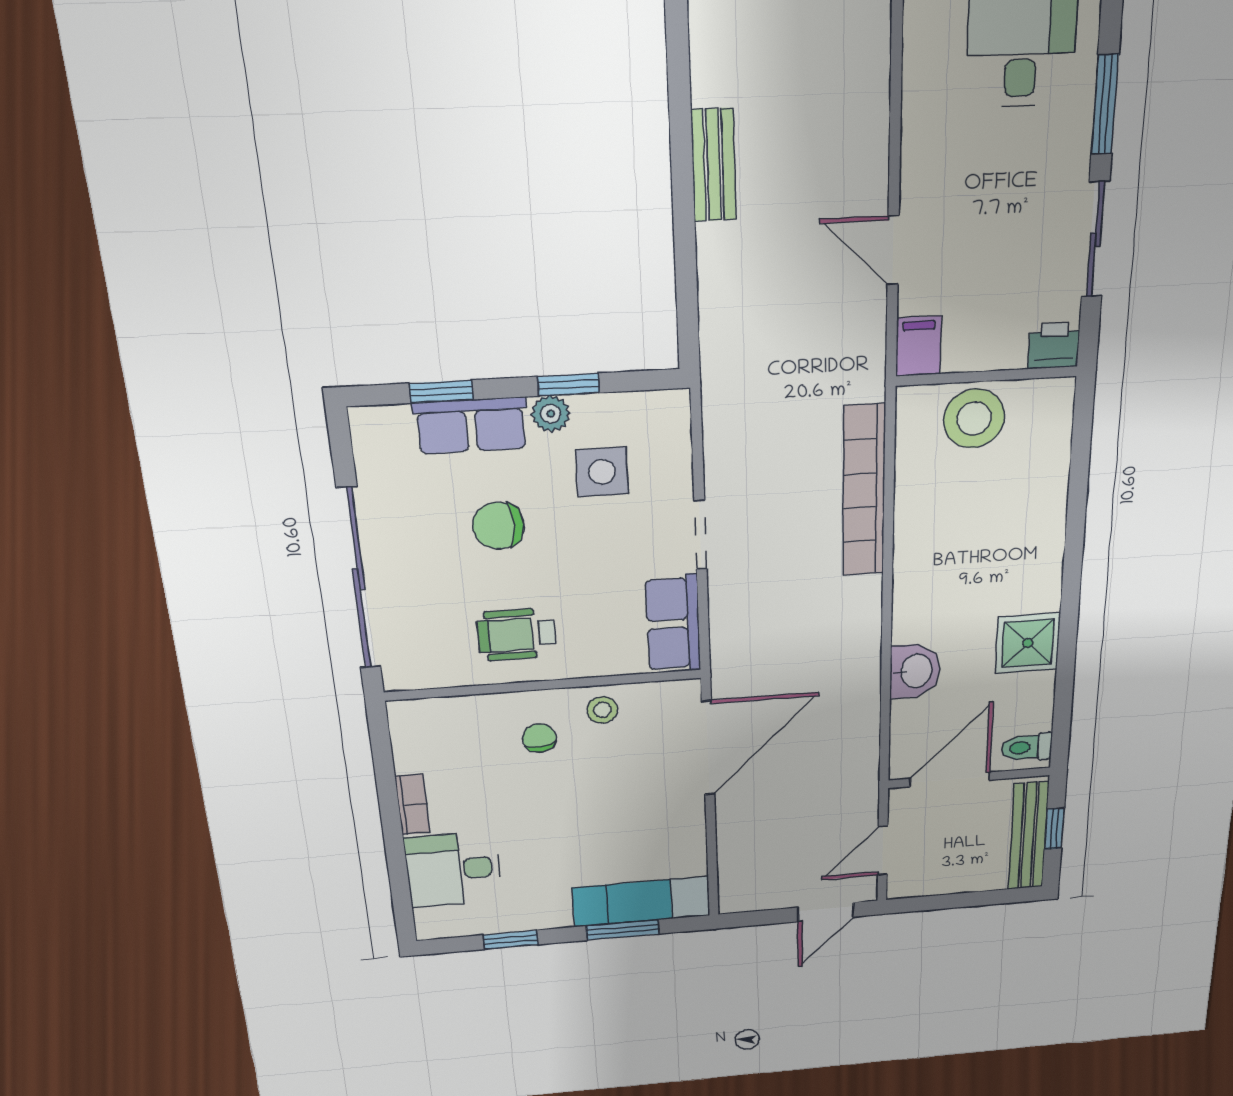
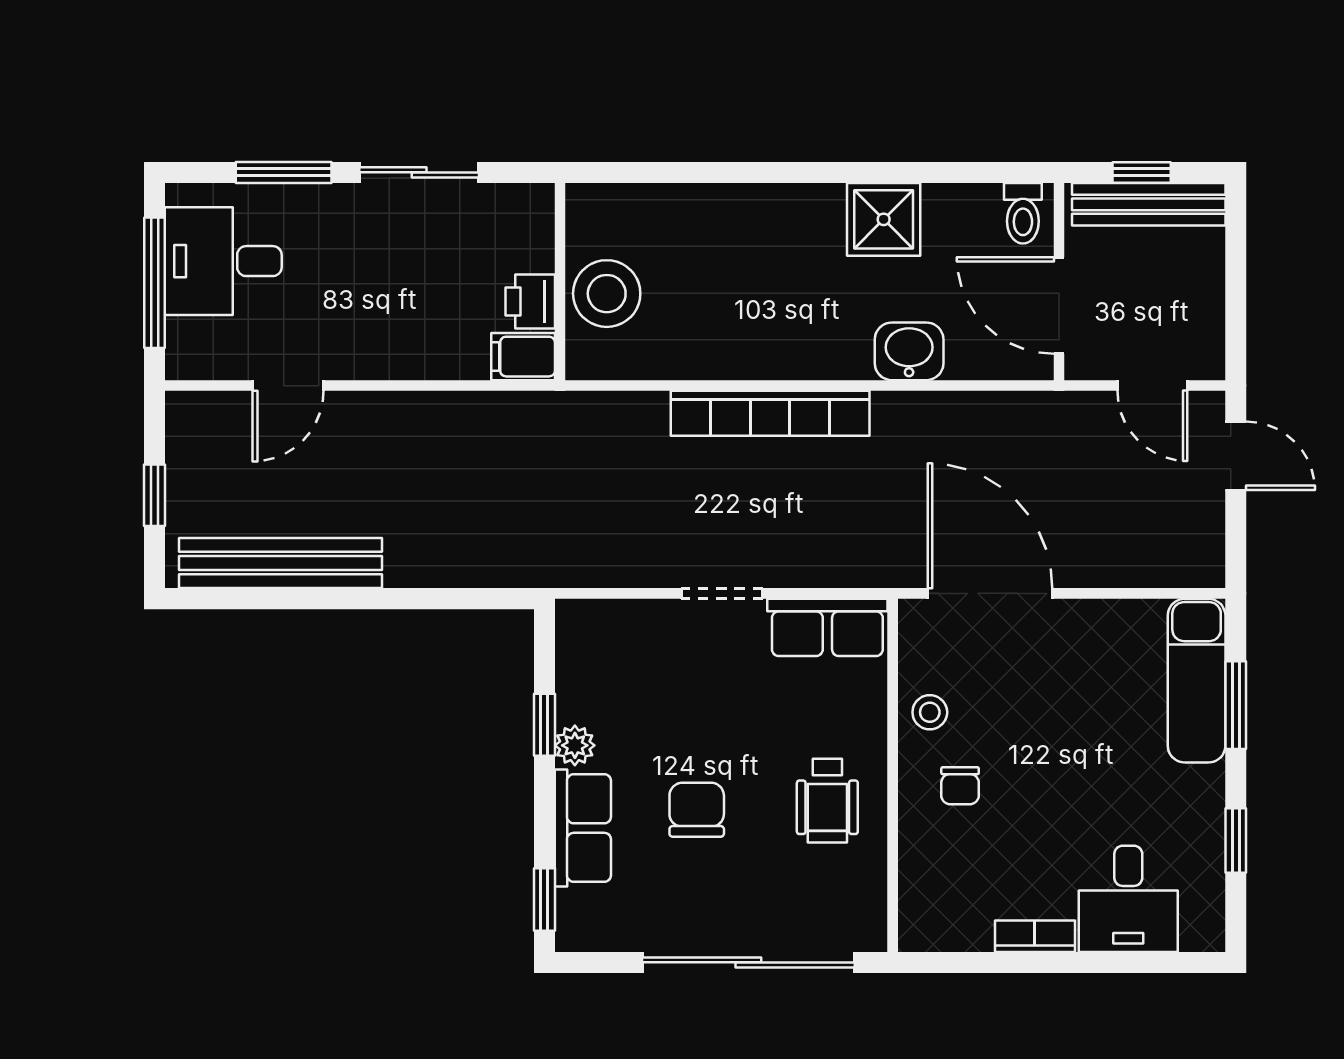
bench: (714, 165) -> (280, 563), width x1.86, depth x1.21
door: (893, 250) -> (288, 386), moved
printer: (1054, 345) -> (530, 302), moved
window: (441, 391) -> (544, 900), moved
side table: (602, 472) -> (643, 696), removed
bookcase: (864, 491) -> (770, 413), moved
chair: (498, 526) -> (697, 810), turned 180
chair: (539, 738) -> (960, 786), turned -84

